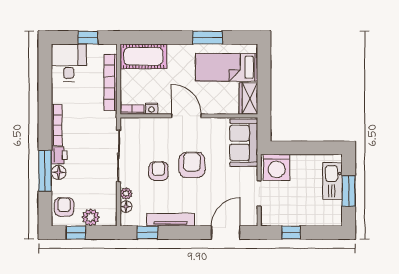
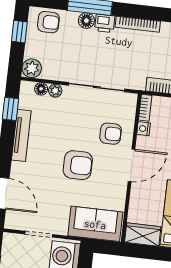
armchair: (158, 171) -> (111, 134), moved
plant: (91, 217) -> (32, 68), moved

